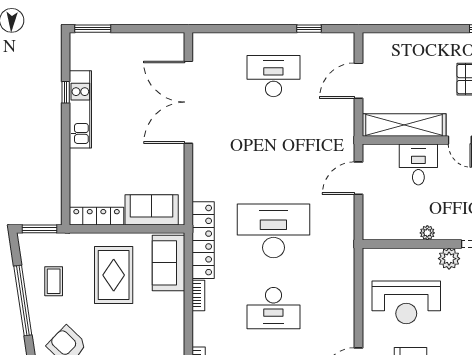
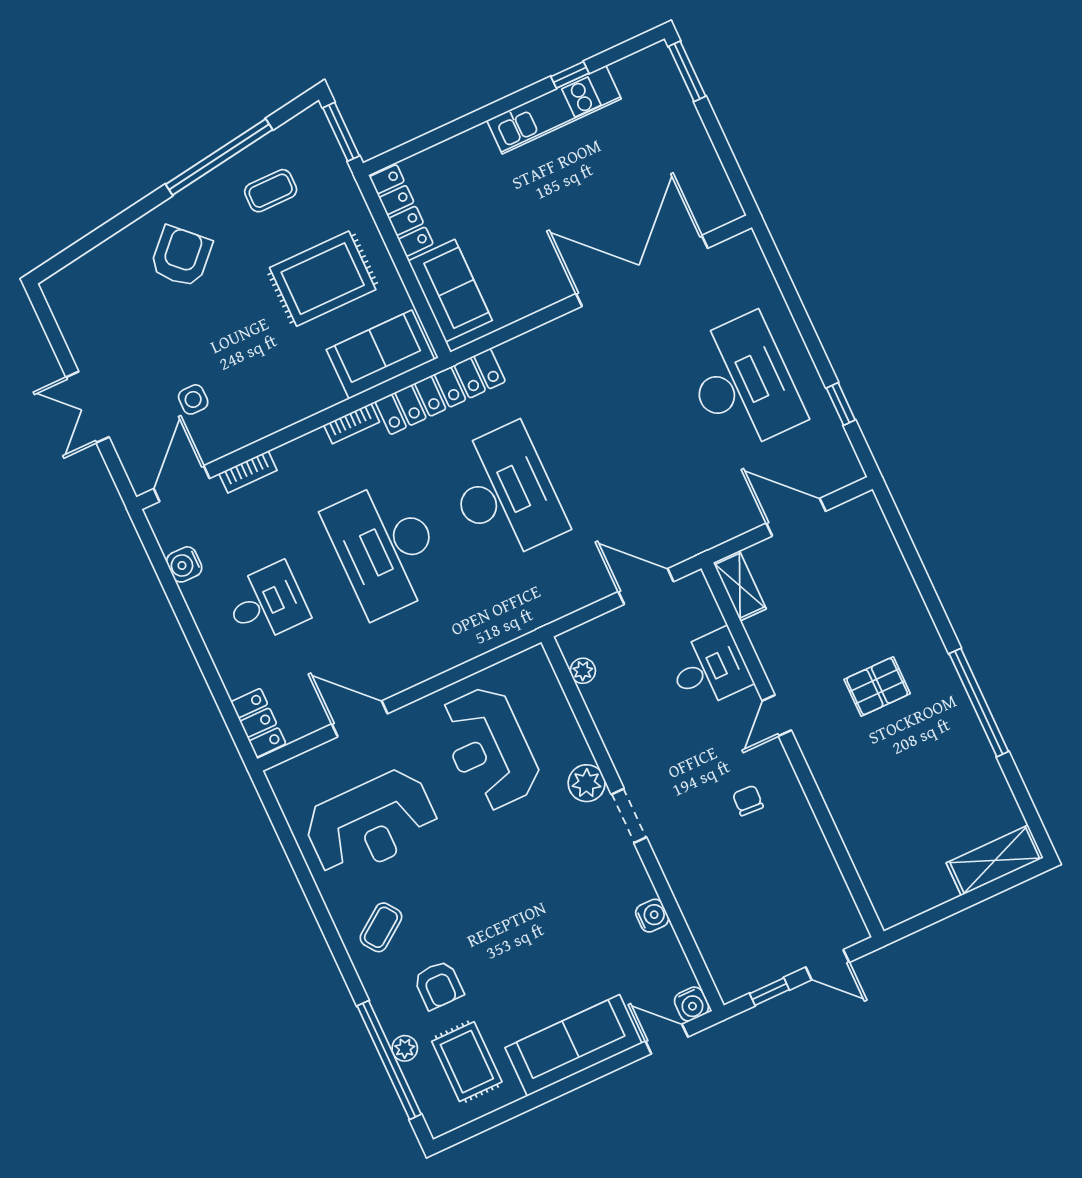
desk: (273, 76) -> (743, 383), width x1.36, depth x1.30
shelving: (404, 125) -> (740, 586), width x0.45, depth x0.75
plant: (427, 233) -> (583, 671), moved
desk: (273, 308) -> (386, 548), width x1.36, depth x1.30

